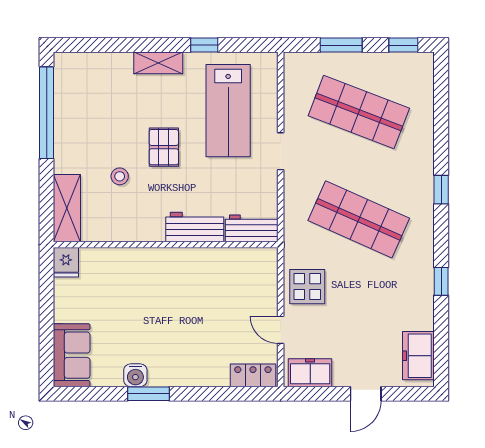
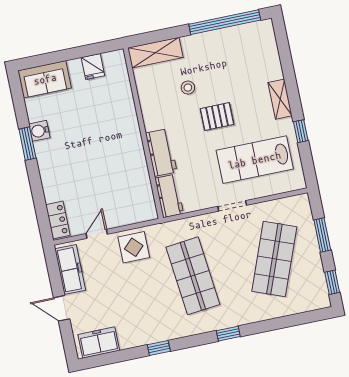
shop shelf: (359, 219) -> (193, 276), turned -30
fridge: (66, 262) -> (93, 67), moved, turned -90
freezer: (310, 373) -> (70, 270), width x1.40

